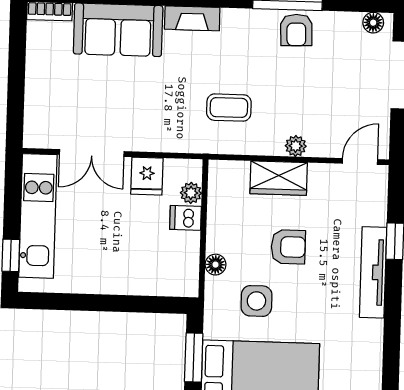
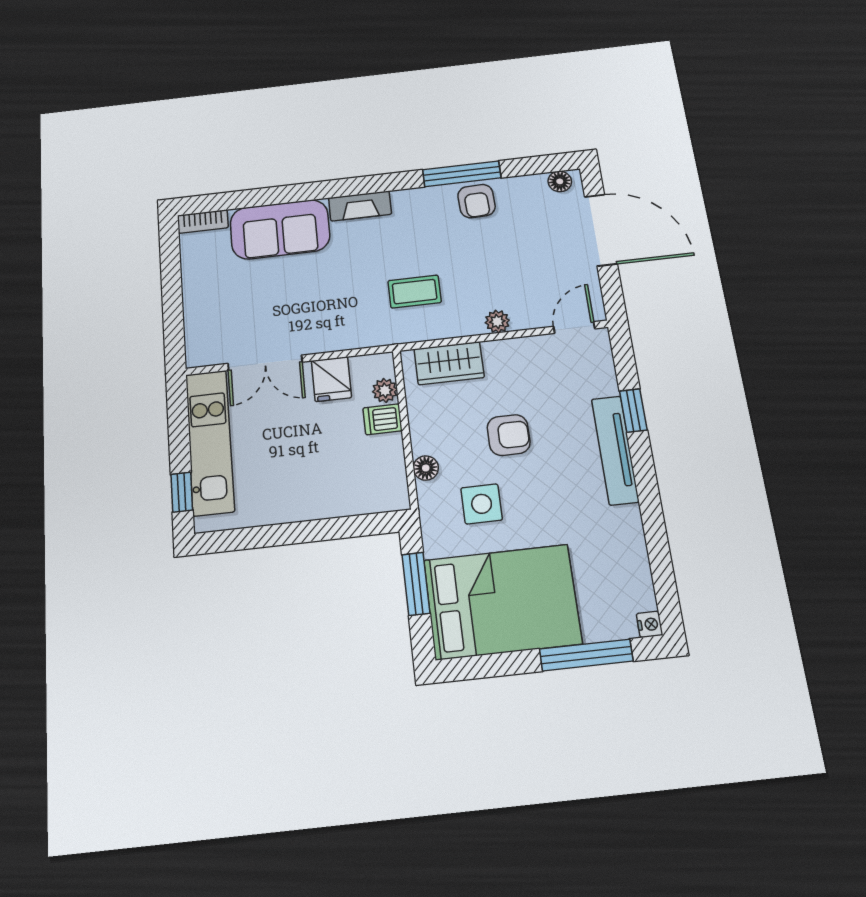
wardrobe: (279, 178) -> (449, 363), moved

